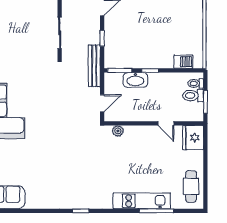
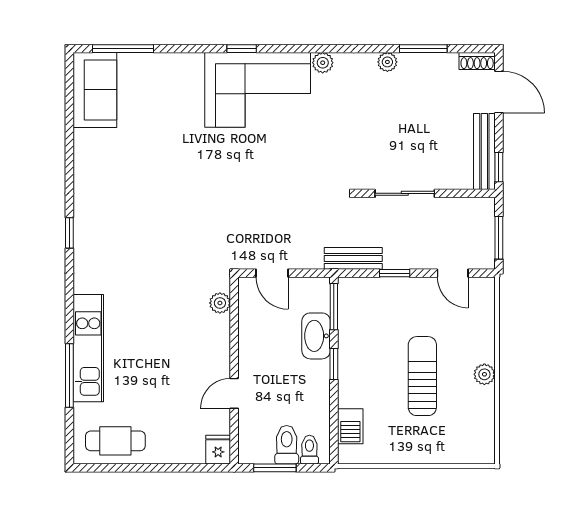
sun lounger: (157, 24) -> (422, 376), added
bench: (94, 66) -> (353, 258), width x0.73
fridge: (193, 138) -> (218, 450), width x0.53, depth x0.75

